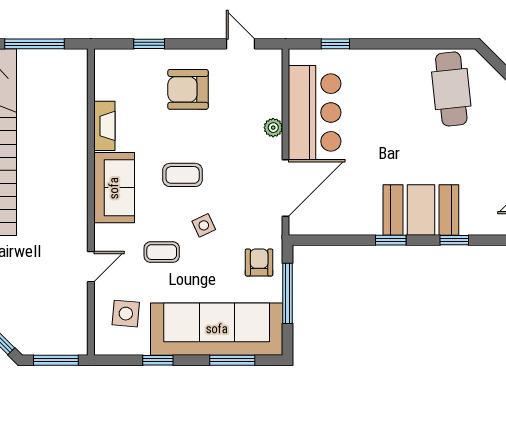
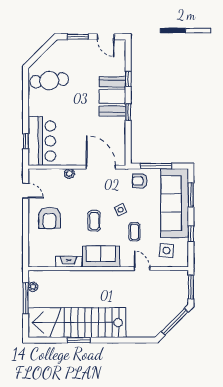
window: (149, 44) -> (26, 238), removed
door: (240, 44) -> (26, 191), swing flipped
plant: (56, 58) -> (33, 287), added
bar counter: (315, 113) -> (42, 141), moved, turned 90

